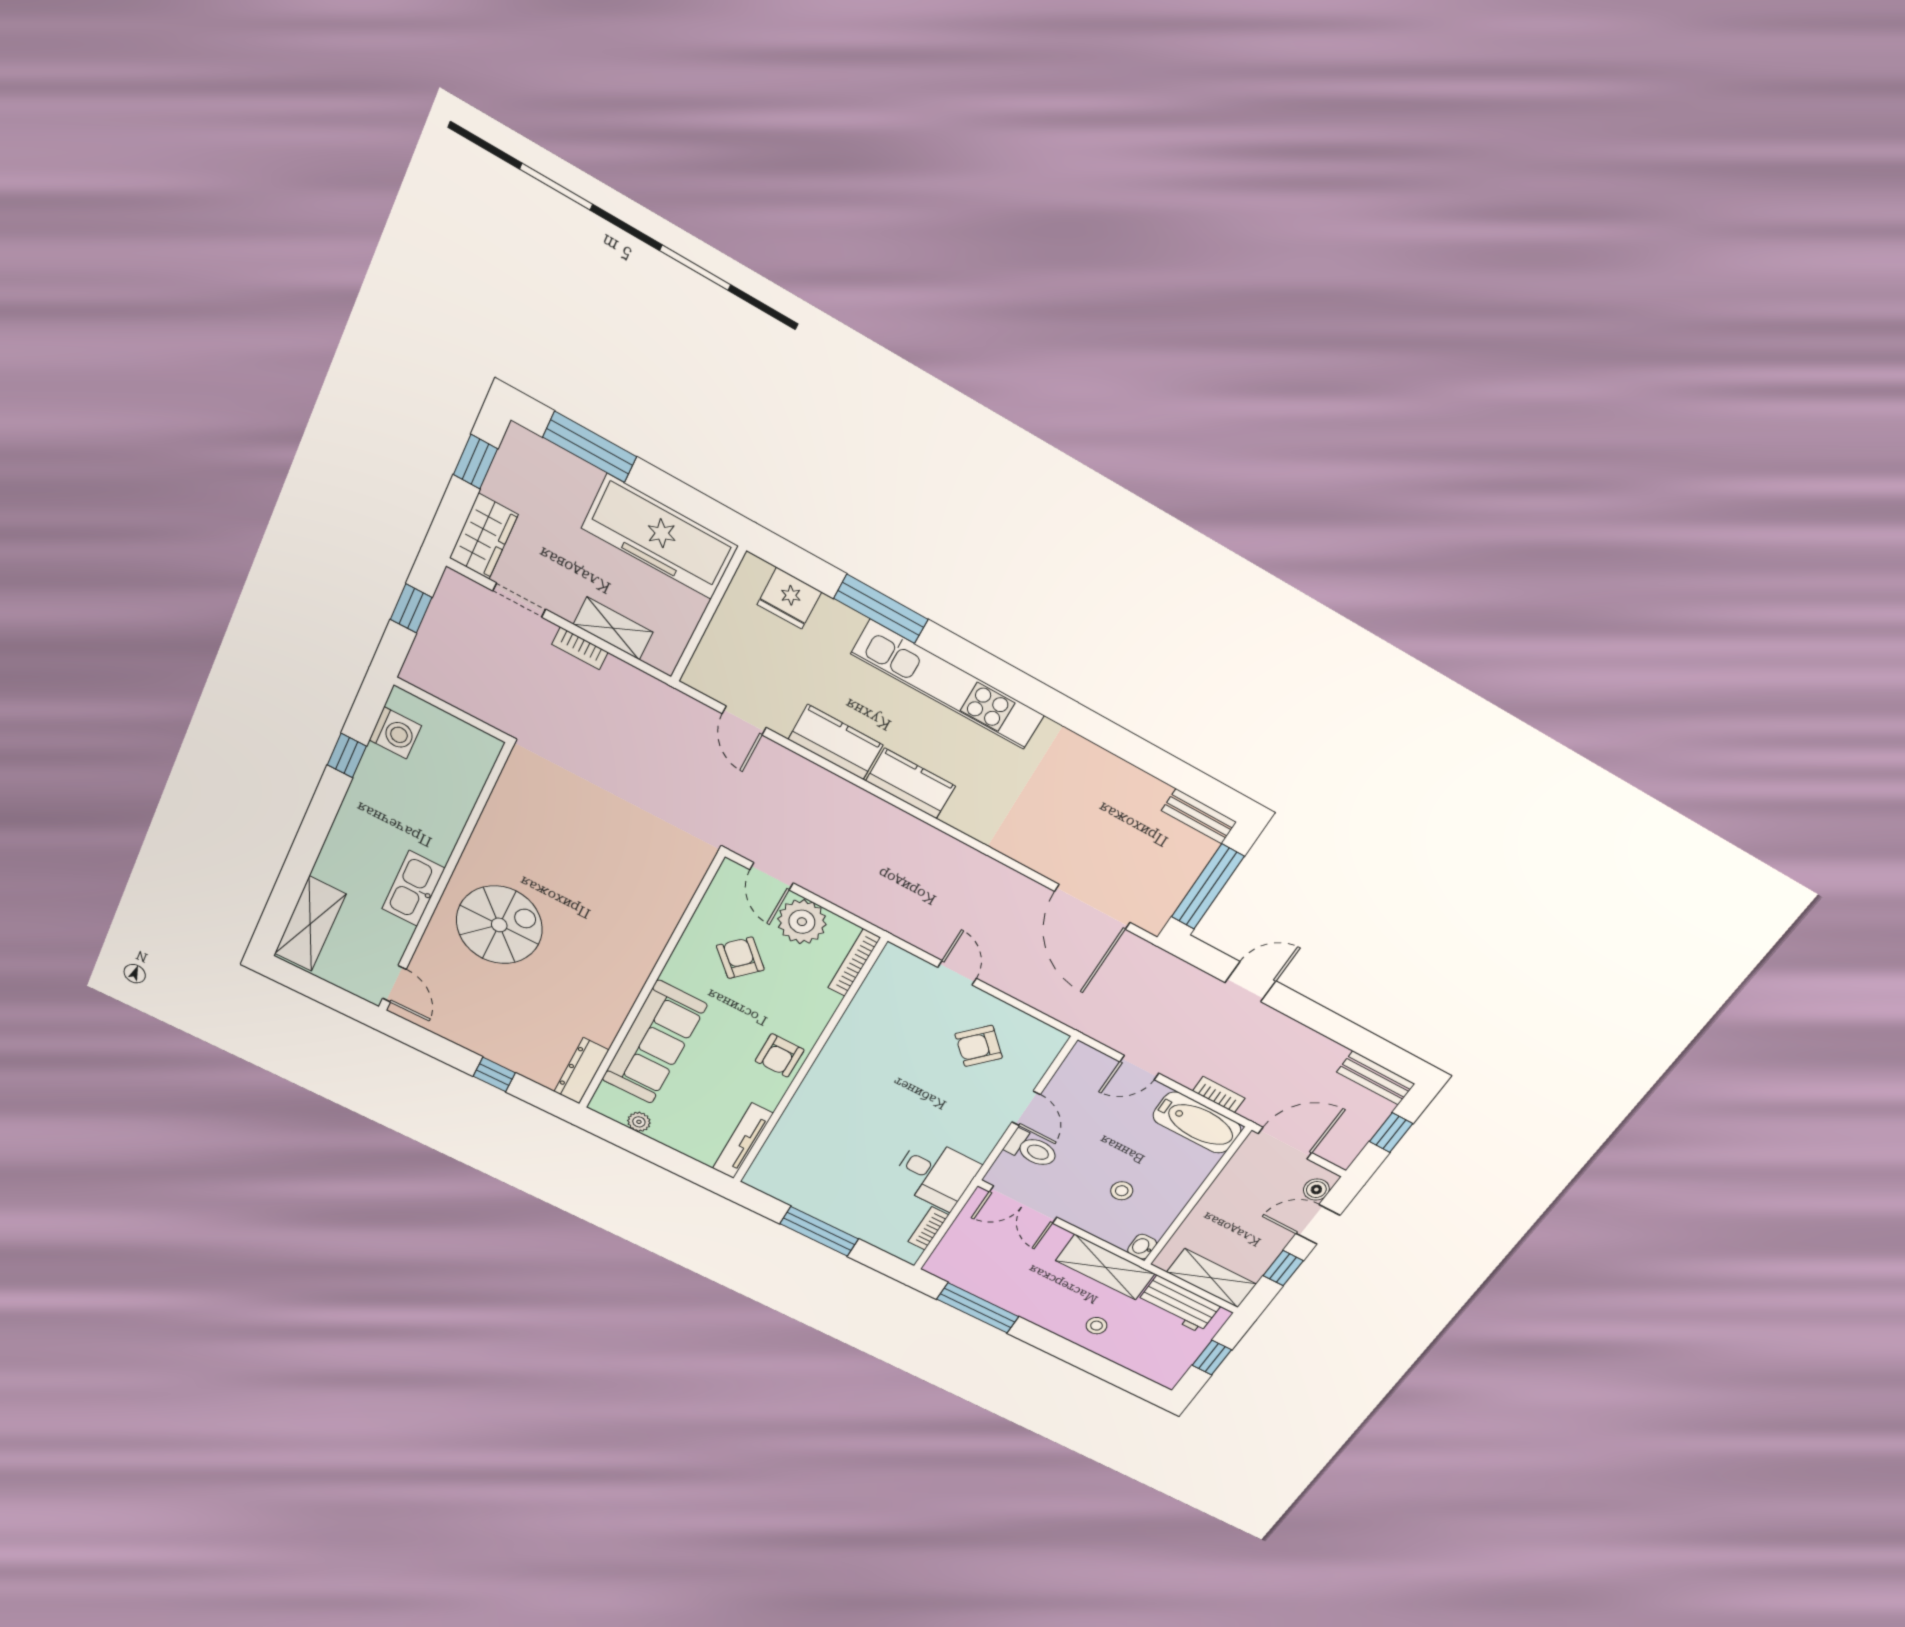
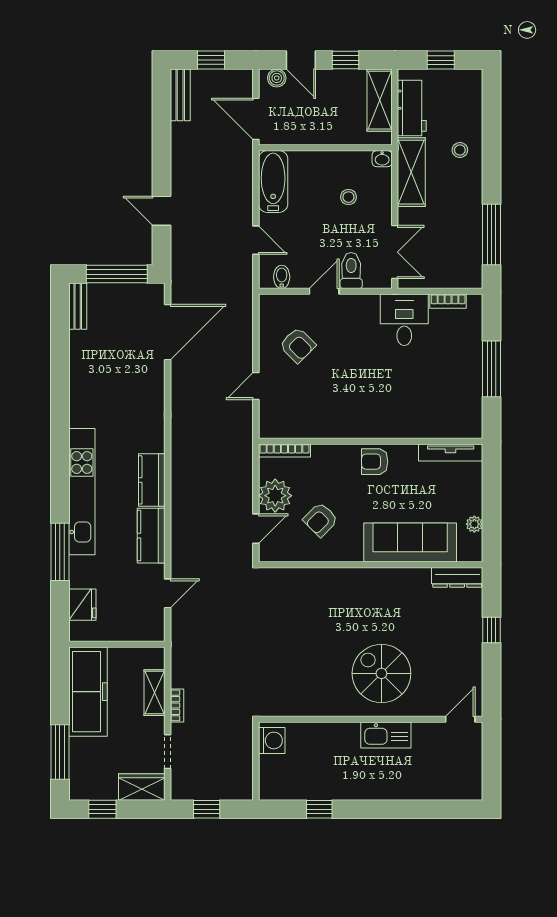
washing machine: (395, 733) -> (272, 740), moved, turned 90
shelving: (310, 924) -> (447, 787), removed
armchair: (780, 1055) -> (375, 462), turned 180
bidet: (1075, 1072) -> (282, 277), added
bookcase: (1219, 1095) -> (246, 181), removed

